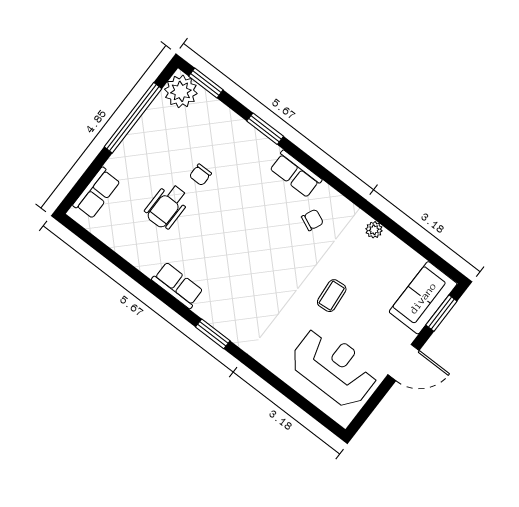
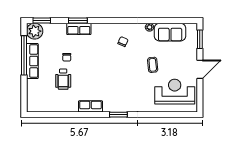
row of seats: (296, 174) -> (79, 29), moved
row of seats: (97, 193) -> (32, 61), moved, width x1.48
sofa: (423, 298) -> (170, 32), moved, turned -90

